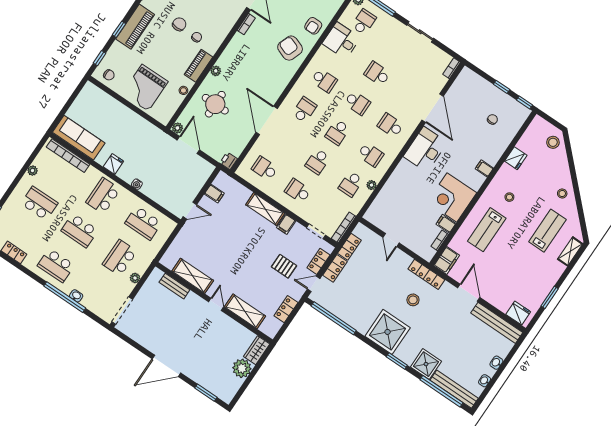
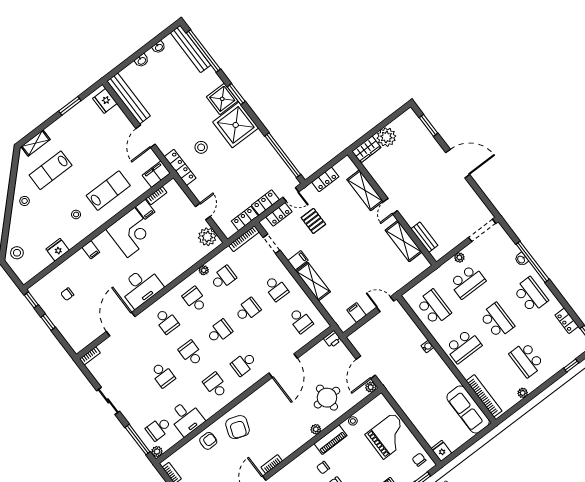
fridge: (113, 164) -> (441, 451), moved, turned 90
plant: (379, 218) -> (207, 237), added
shower: (426, 364) -> (222, 99), moved

